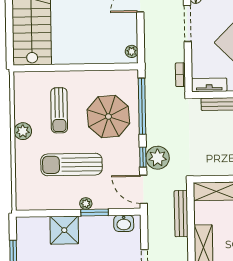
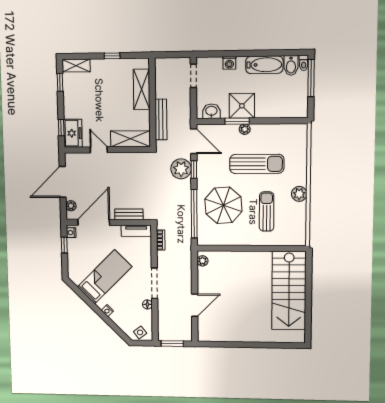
shower: (64, 230) -> (242, 106), moved

